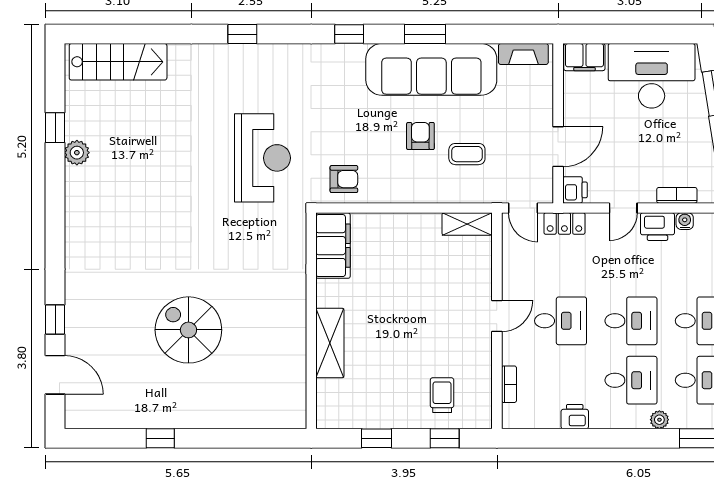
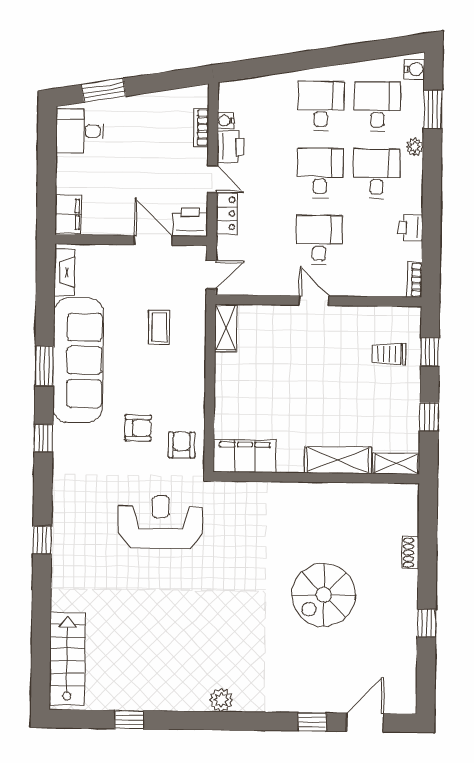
desk: (652, 76) -> (80, 131), width x0.53, depth x0.77
armchair: (420, 136) -> (138, 428), moved, turned 180
plant: (77, 153) -> (221, 700), moved
printer: (575, 190) -> (190, 222), width x1.36, depth x1.24
locker: (564, 224) -> (227, 213), moved
bookcase: (509, 384) -> (415, 280), moved, turned -90
shelving: (327, 404) -> (396, 464), added
shoe rack: (234, 421) -> (411, 553), added

